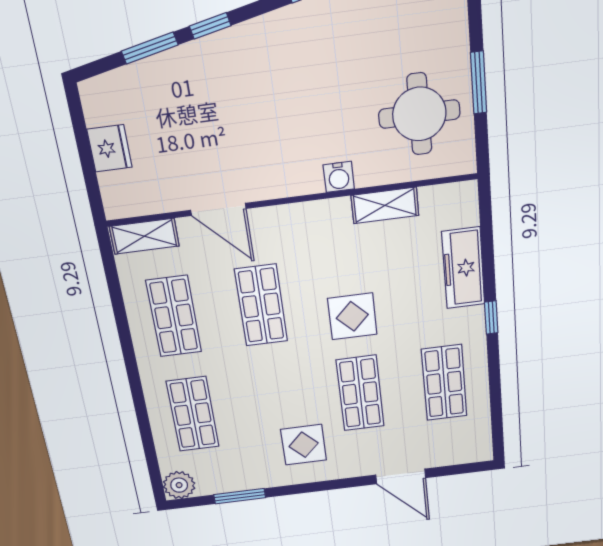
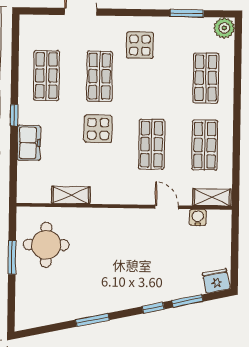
fridge: (110, 148) -> (216, 281), moved, turned 78
water cooler: (339, 177) -> (198, 217), moved
door: (218, 209) -> (167, 207), width x0.73
freezer: (463, 268) -> (29, 143), width x0.71

